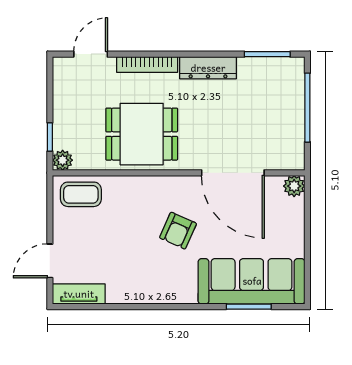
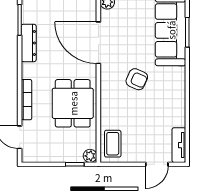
dresser: (208, 68) -> (29, 43), moved
door: (233, 173) -> (98, 43), swing flipped
door: (50, 261) -> (157, 164), hinge flipped

